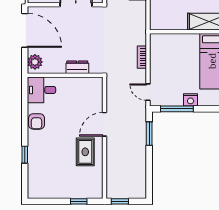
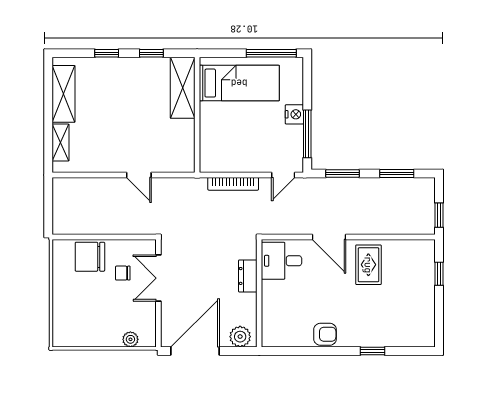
bookcase: (142, 57) -> (233, 184), width x1.56
desk: (41, 90) -> (282, 261), moved, turned 90
rug: (85, 152) -> (368, 265), turned 90
window: (149, 172) -> (397, 173), added

